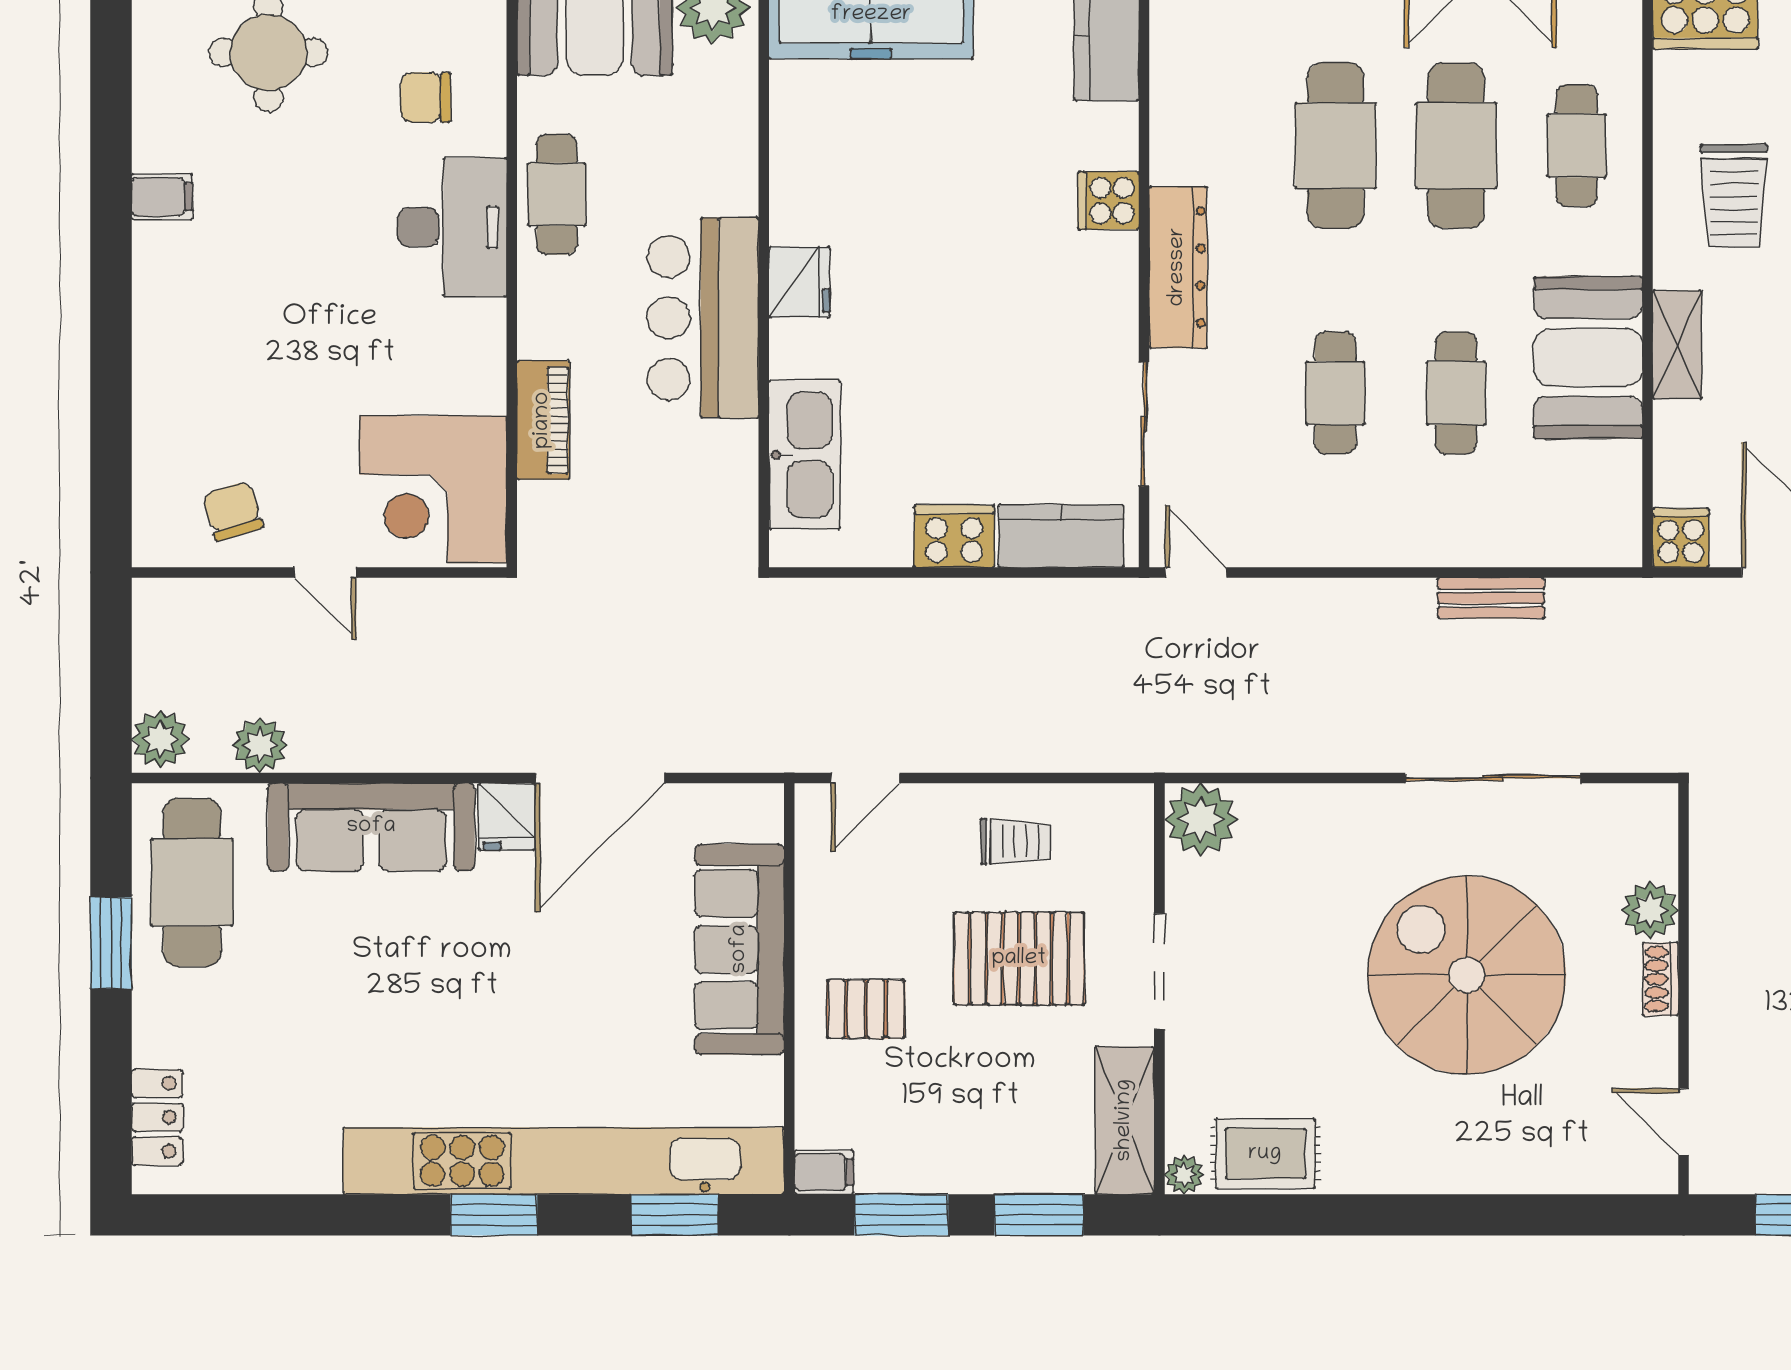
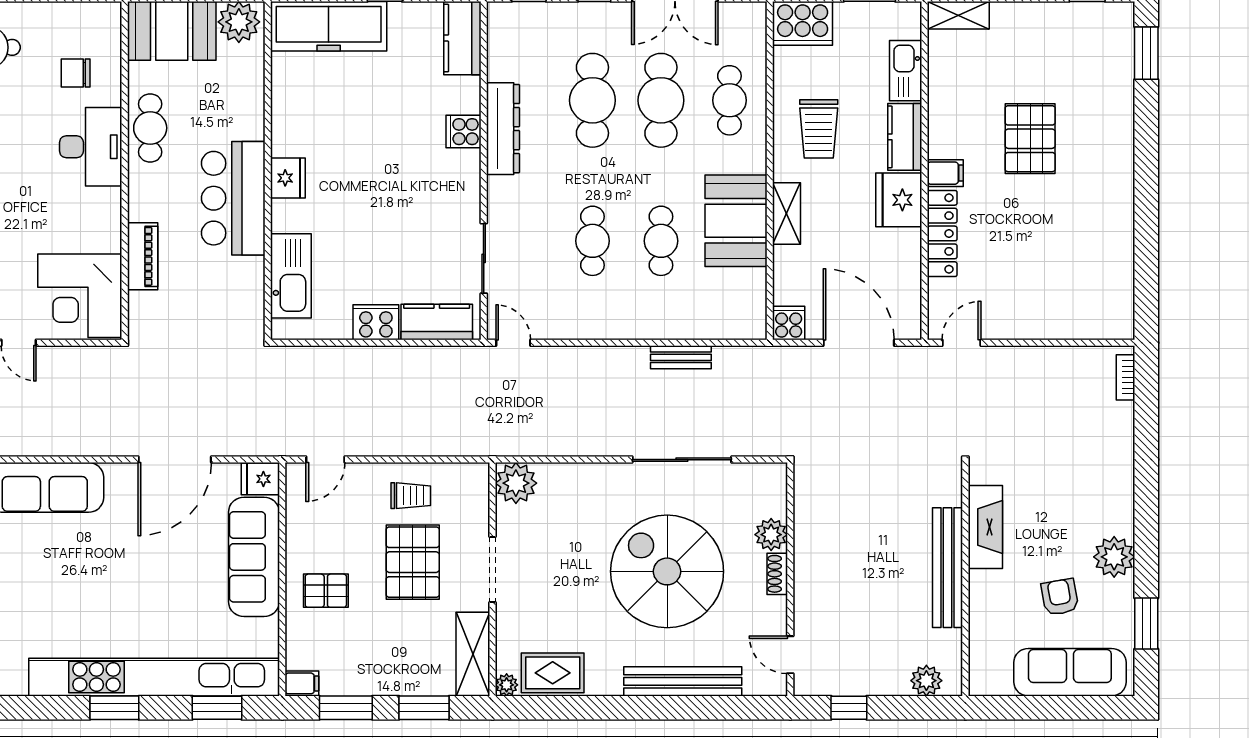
dresser: (1178, 267) -> (503, 129), moved
fridge: (507, 817) -> (260, 479), moved, turned 90
pallet: (1019, 959) -> (413, 562), turned 90
bench: (1494, 1169) -> (683, 681), added

